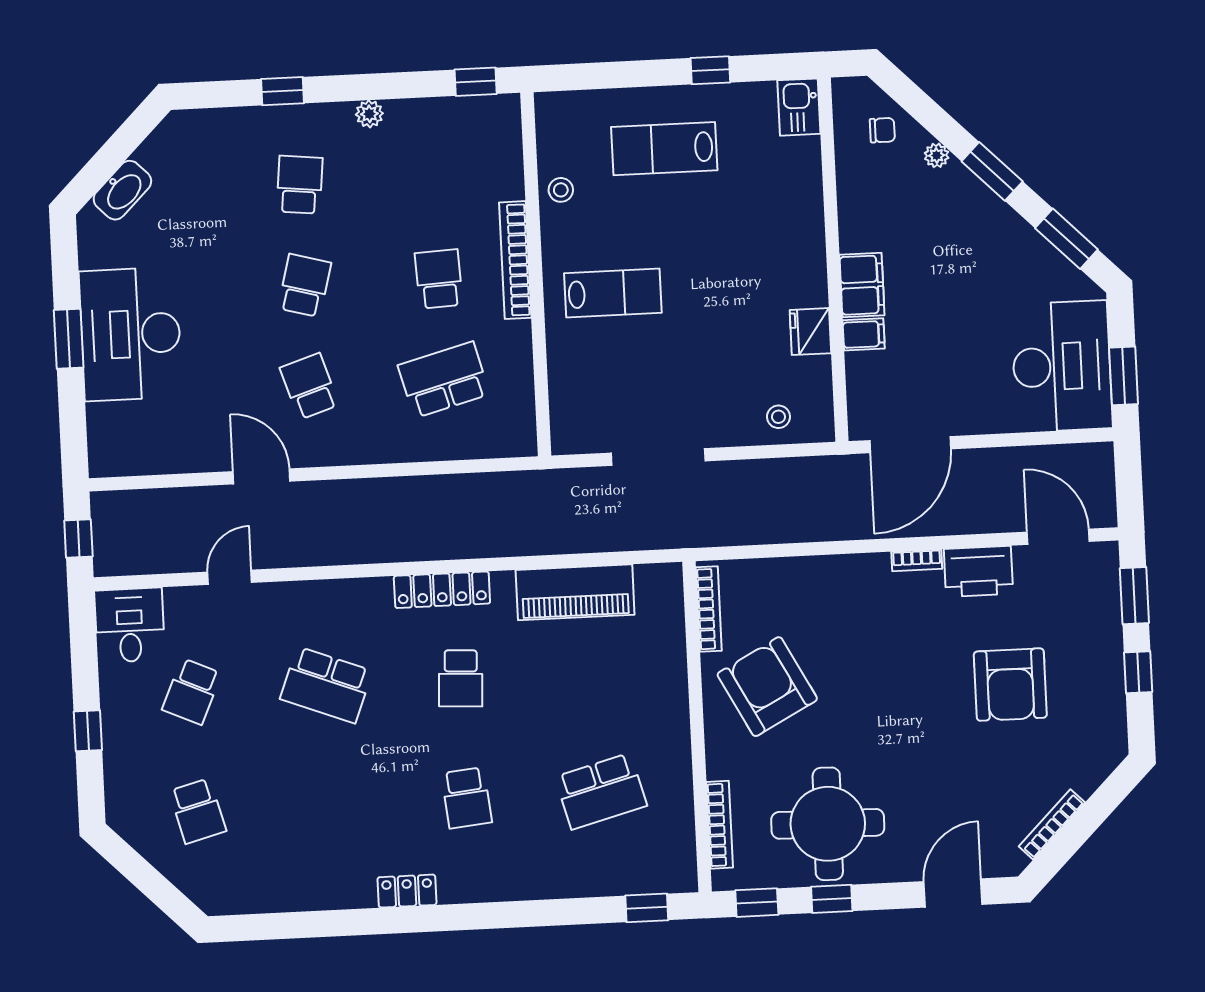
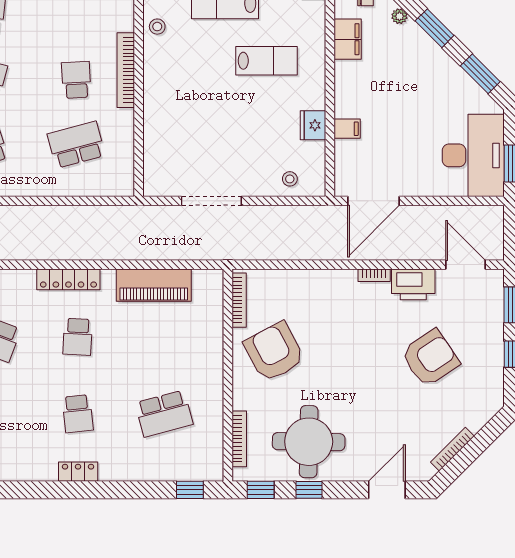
filing cabinet: (862, 285) -> (348, 39), moved
lab bench: (613, 293) -> (267, 61), moved
armchair: (1010, 685) -> (430, 358), turned -124
locker: (407, 891) -> (78, 472), moved

